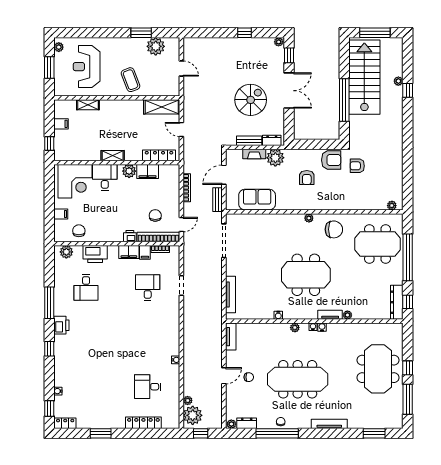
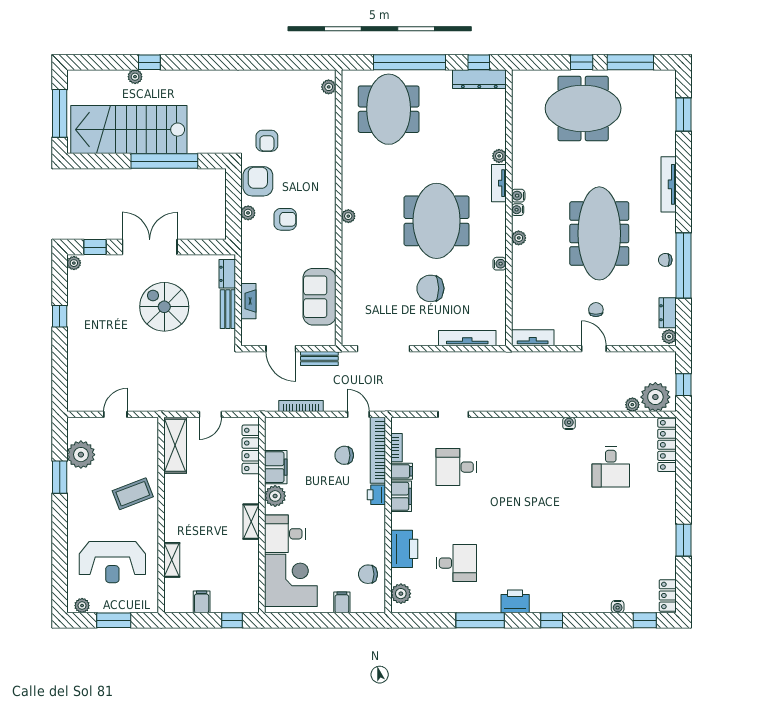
plant: (275, 158) -> (248, 213), moved, width x0.53, depth x0.53
chair: (334, 229) -> (430, 288), moved, turned -90
locker: (143, 423) -> (667, 445), moved

